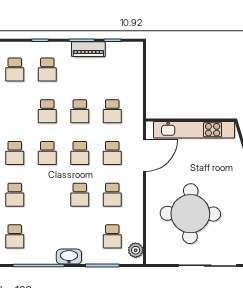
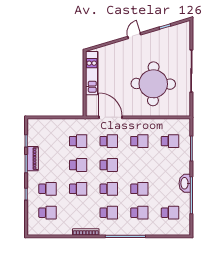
kitchen unit: (194, 130) -> (92, 73), width x0.73
school desk: (80, 195) -> (139, 189), moved
plant: (136, 250) -> (180, 124), removed
washbasin: (69, 257) -> (185, 183), moved

